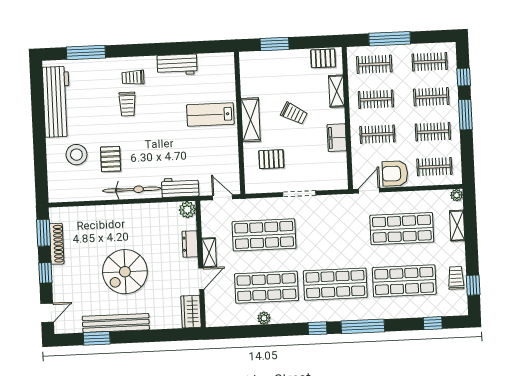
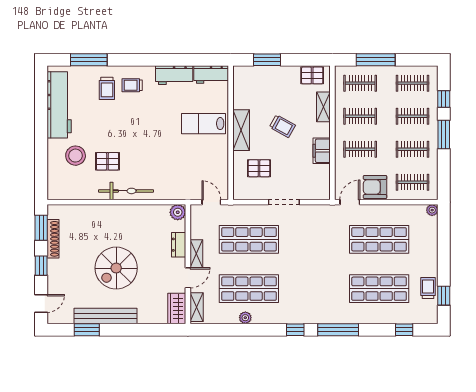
trolley: (127, 104) -> (107, 88), moved
pallet: (111, 159) -> (107, 161), turned 90
workbench: (180, 187) -> (211, 75), moved, turned 180
shelving: (457, 226) -> (197, 307), moved
shop shelf: (335, 284) -> (314, 289), removed

